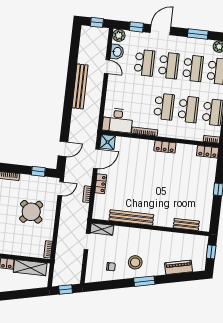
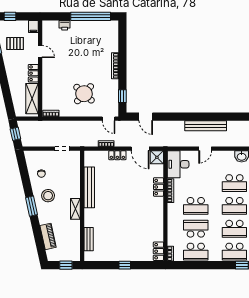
door: (107, 67) -> (205, 149), moved
school desk: (188, 109) -> (196, 229), turned 180
locker: (165, 147) -> (158, 187), moved
shelving: (102, 229) -> (75, 209), moved

